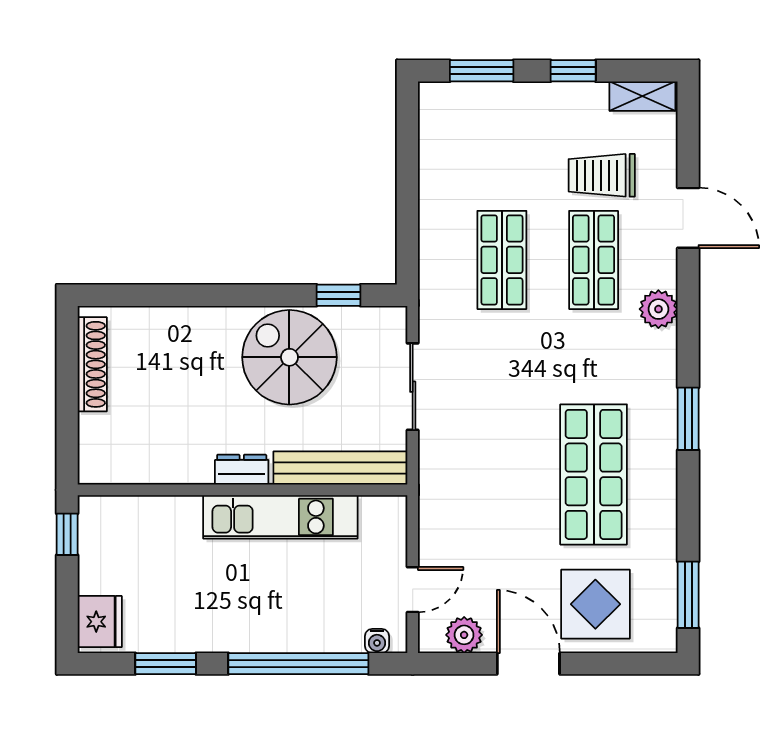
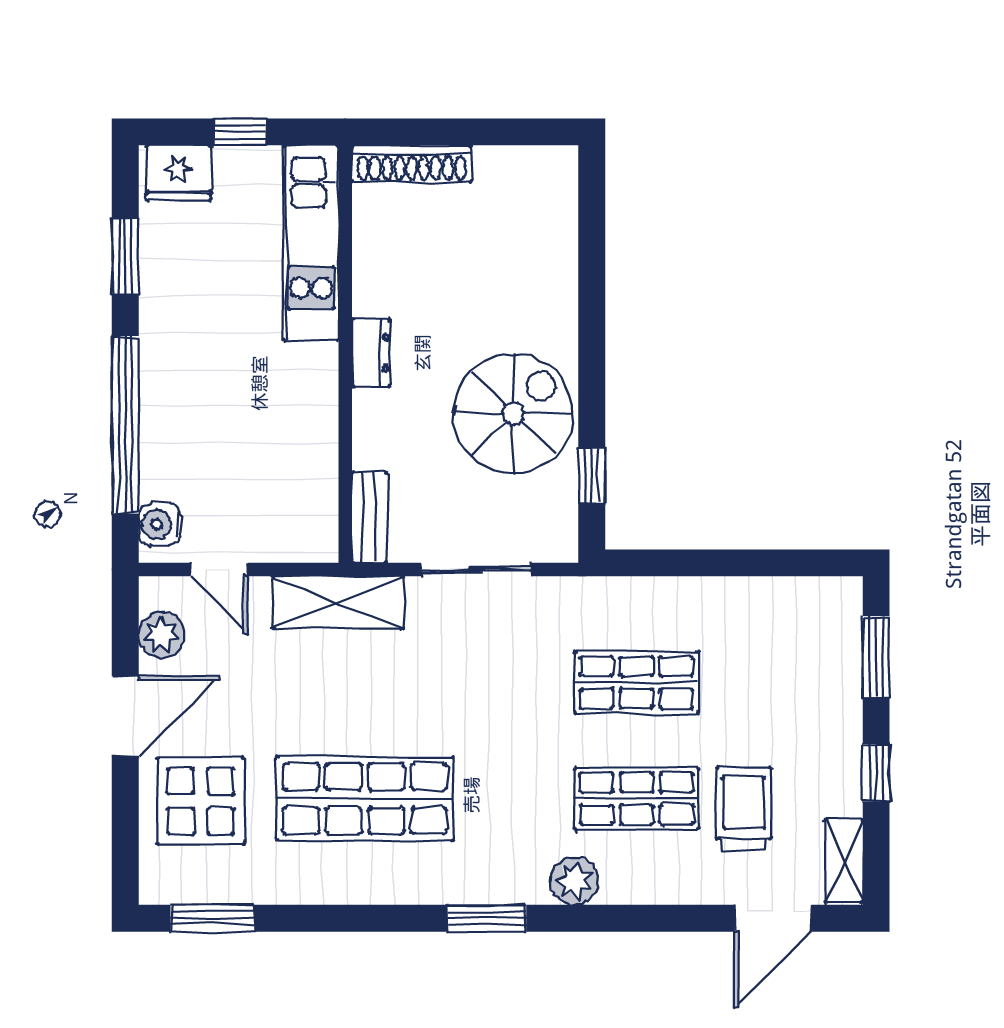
door: (688, 218) -> (773, 918), moved
shoe rack: (92, 364) -> (412, 164), moved
window: (688, 419) -> (487, 918), moved
bench: (340, 468) -> (369, 517), width x0.54, depth x0.82
shelving: (439, 495) -> (338, 602), added
kitchen unit: (280, 517) -> (311, 243), moved
window: (67, 534) -> (240, 132), moved
water cooler: (377, 641) -> (160, 524), width x1.38, depth x1.38

